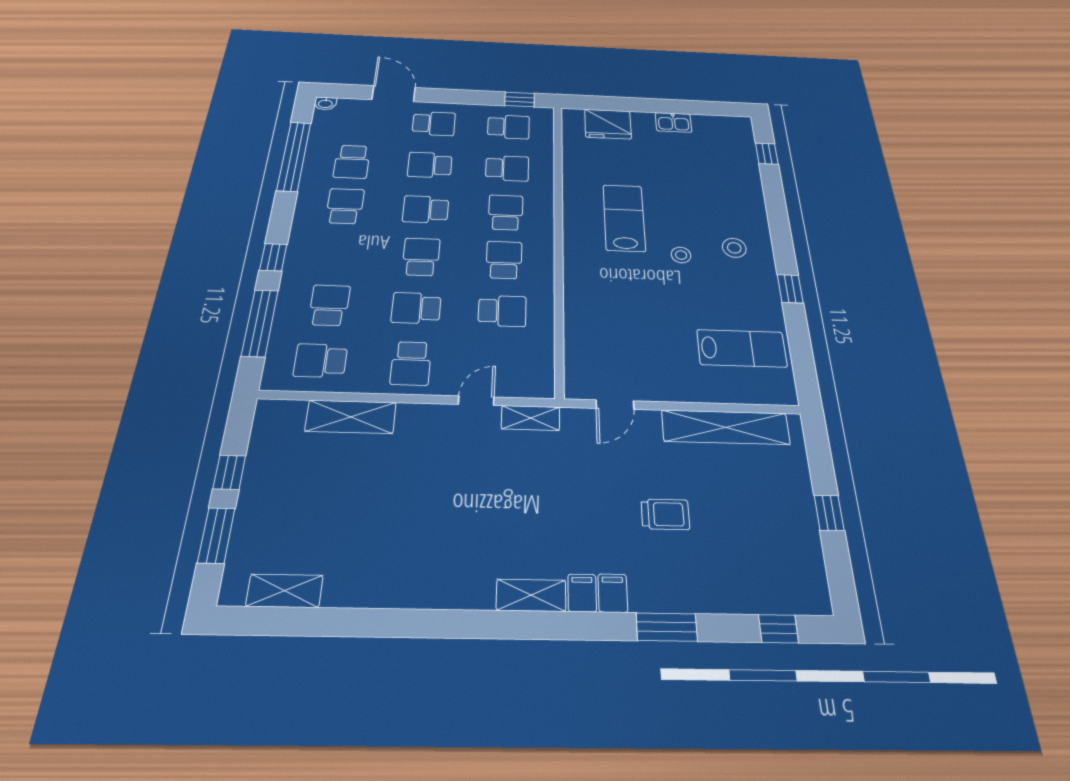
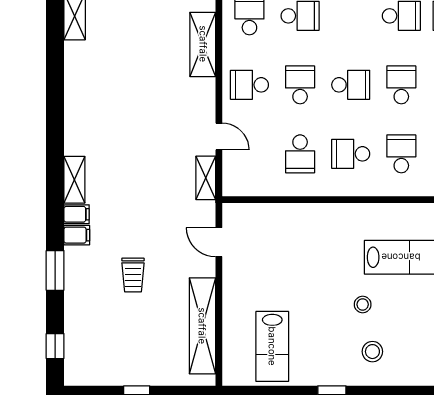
school desk: (506, 212) -> (401, 154), turned -90
school desk: (504, 260) -> (351, 154), turned 180

